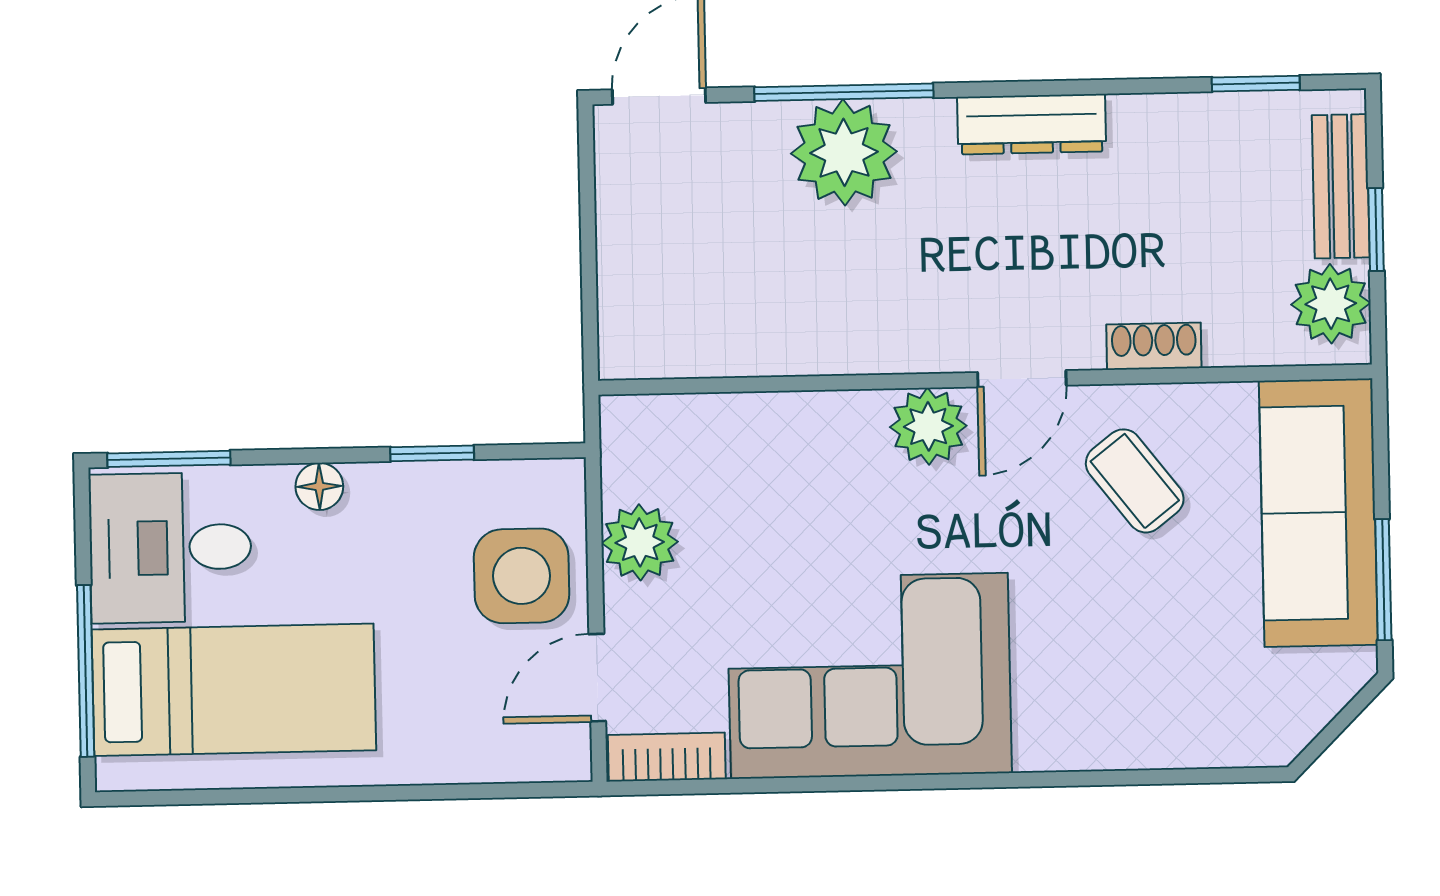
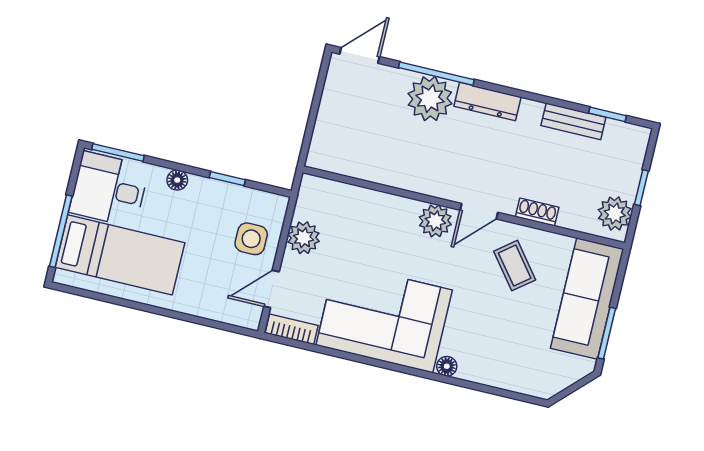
dresser: (1032, 124) -> (487, 102), moved
bench: (1341, 186) -> (573, 121), moved, turned 90
side table: (522, 576) -> (251, 239), width x0.73, depth x0.73
floor lamp: (1040, 749) -> (447, 366), added

